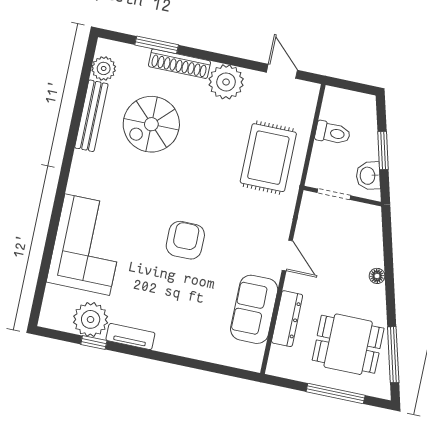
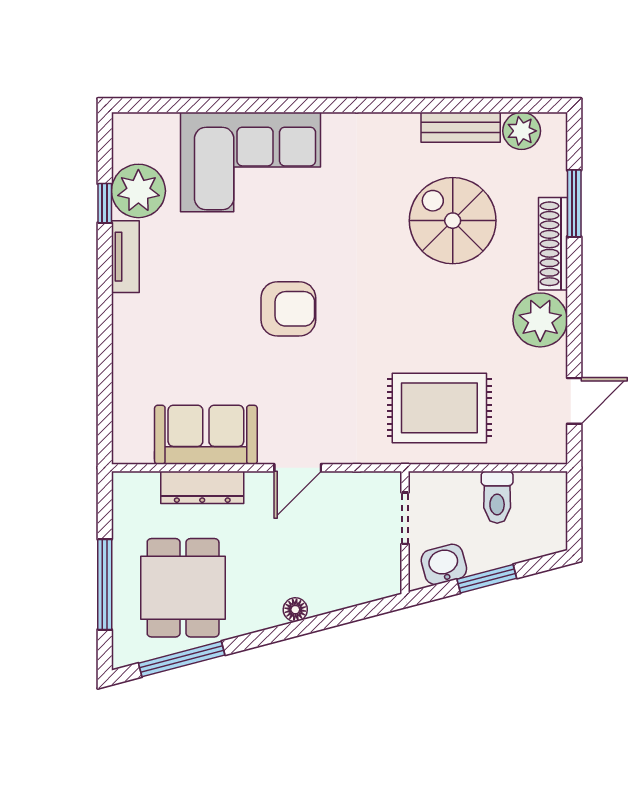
bench: (91, 116) -> (461, 127), width x0.73

